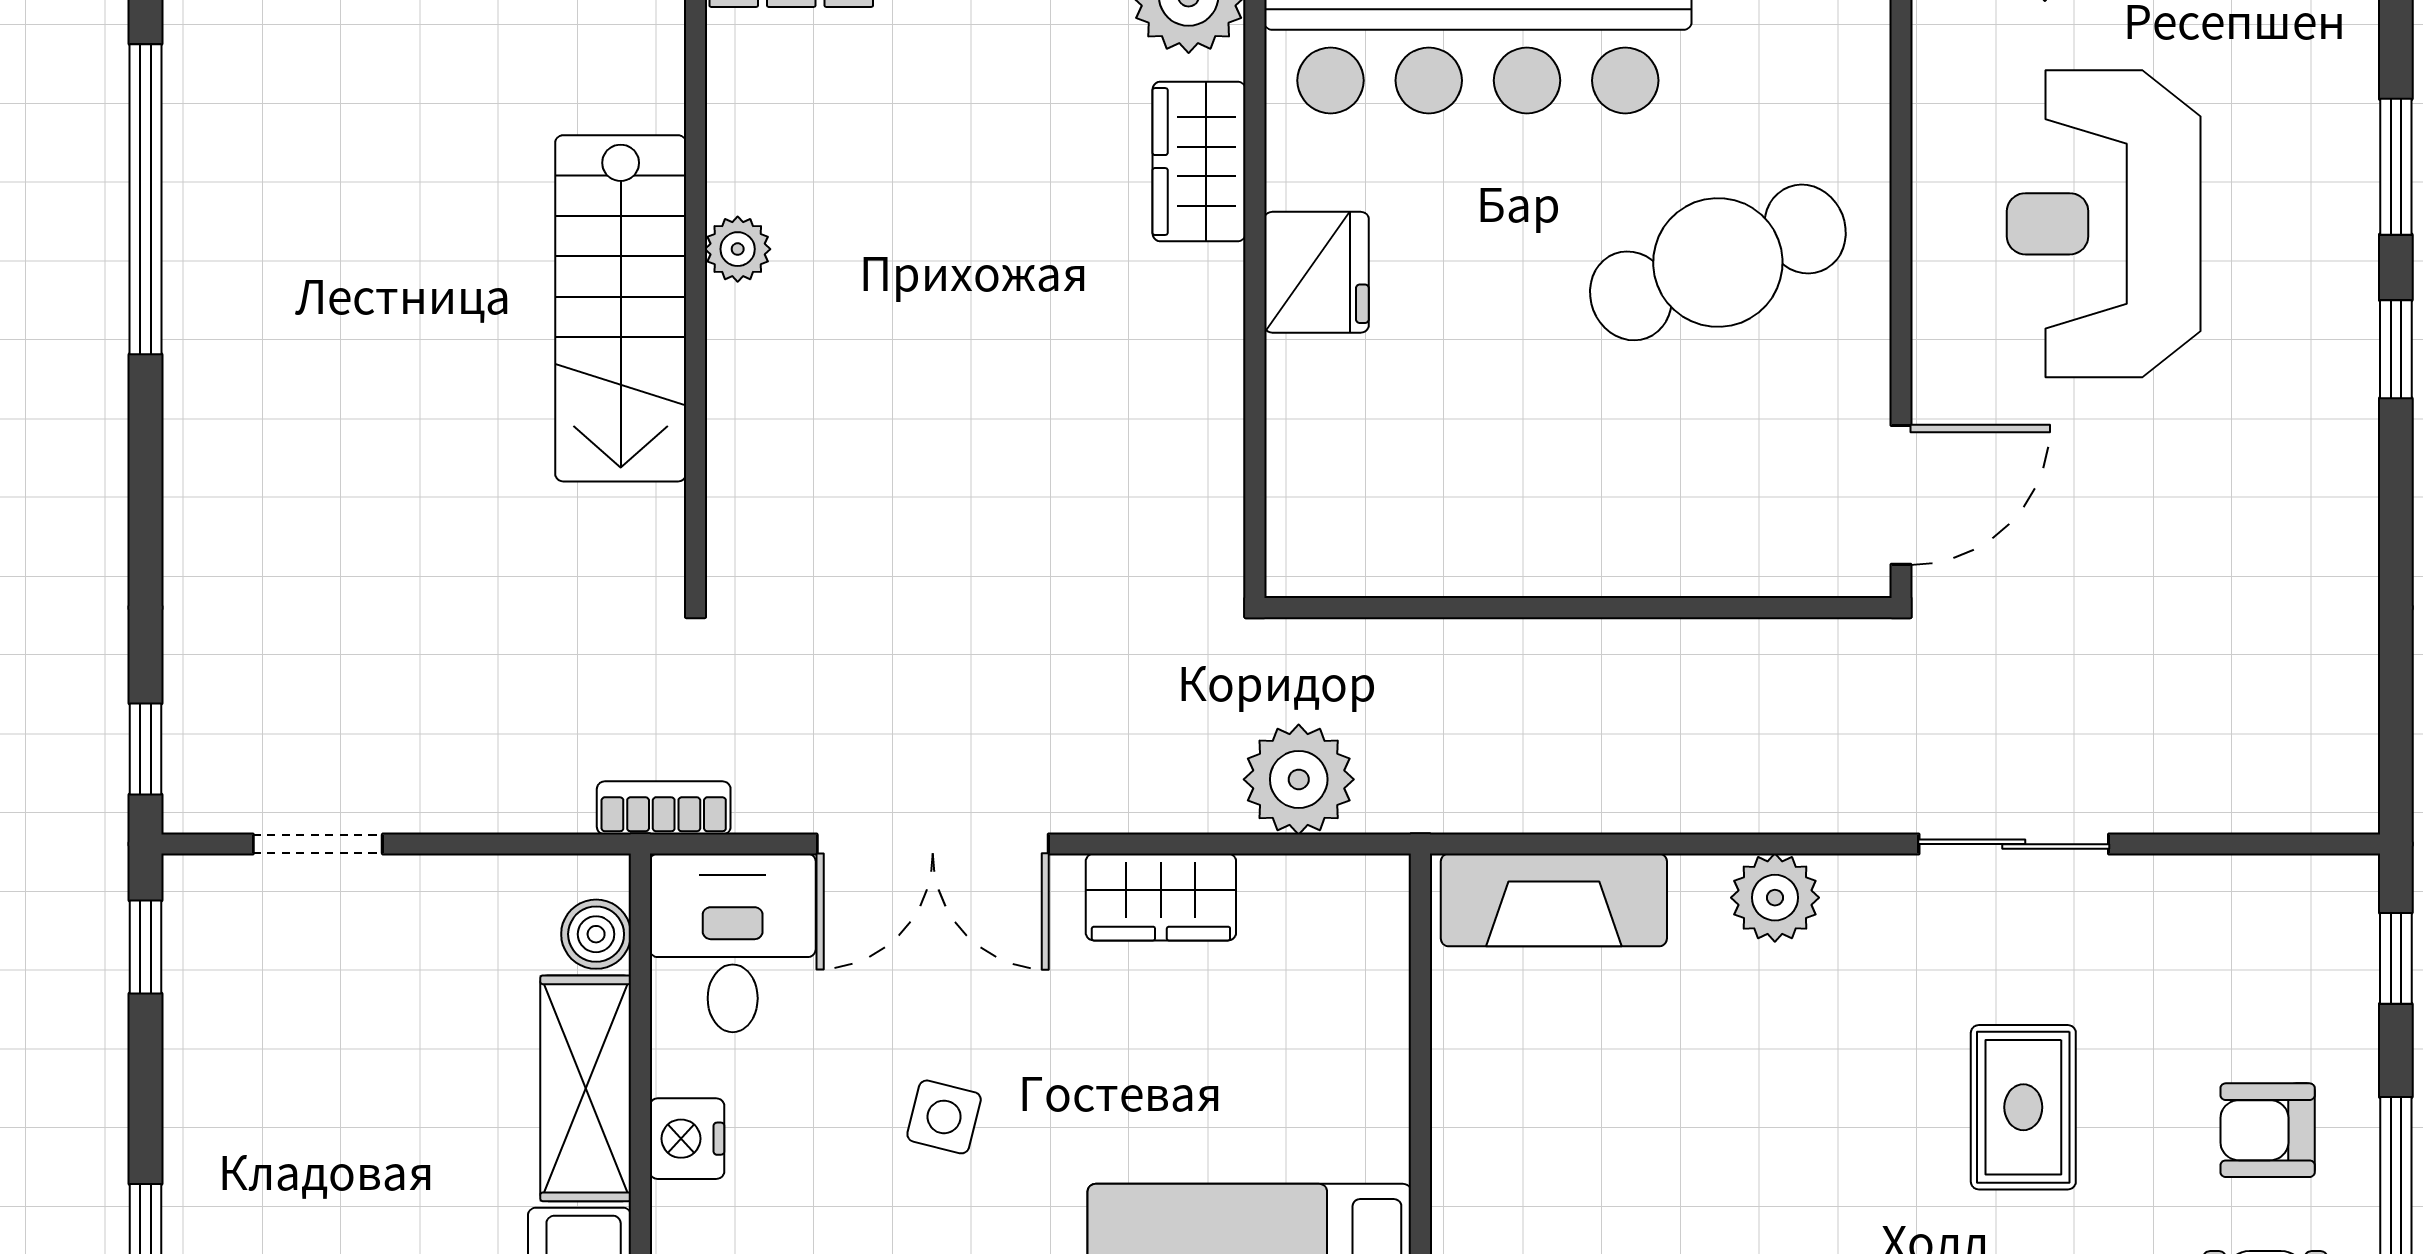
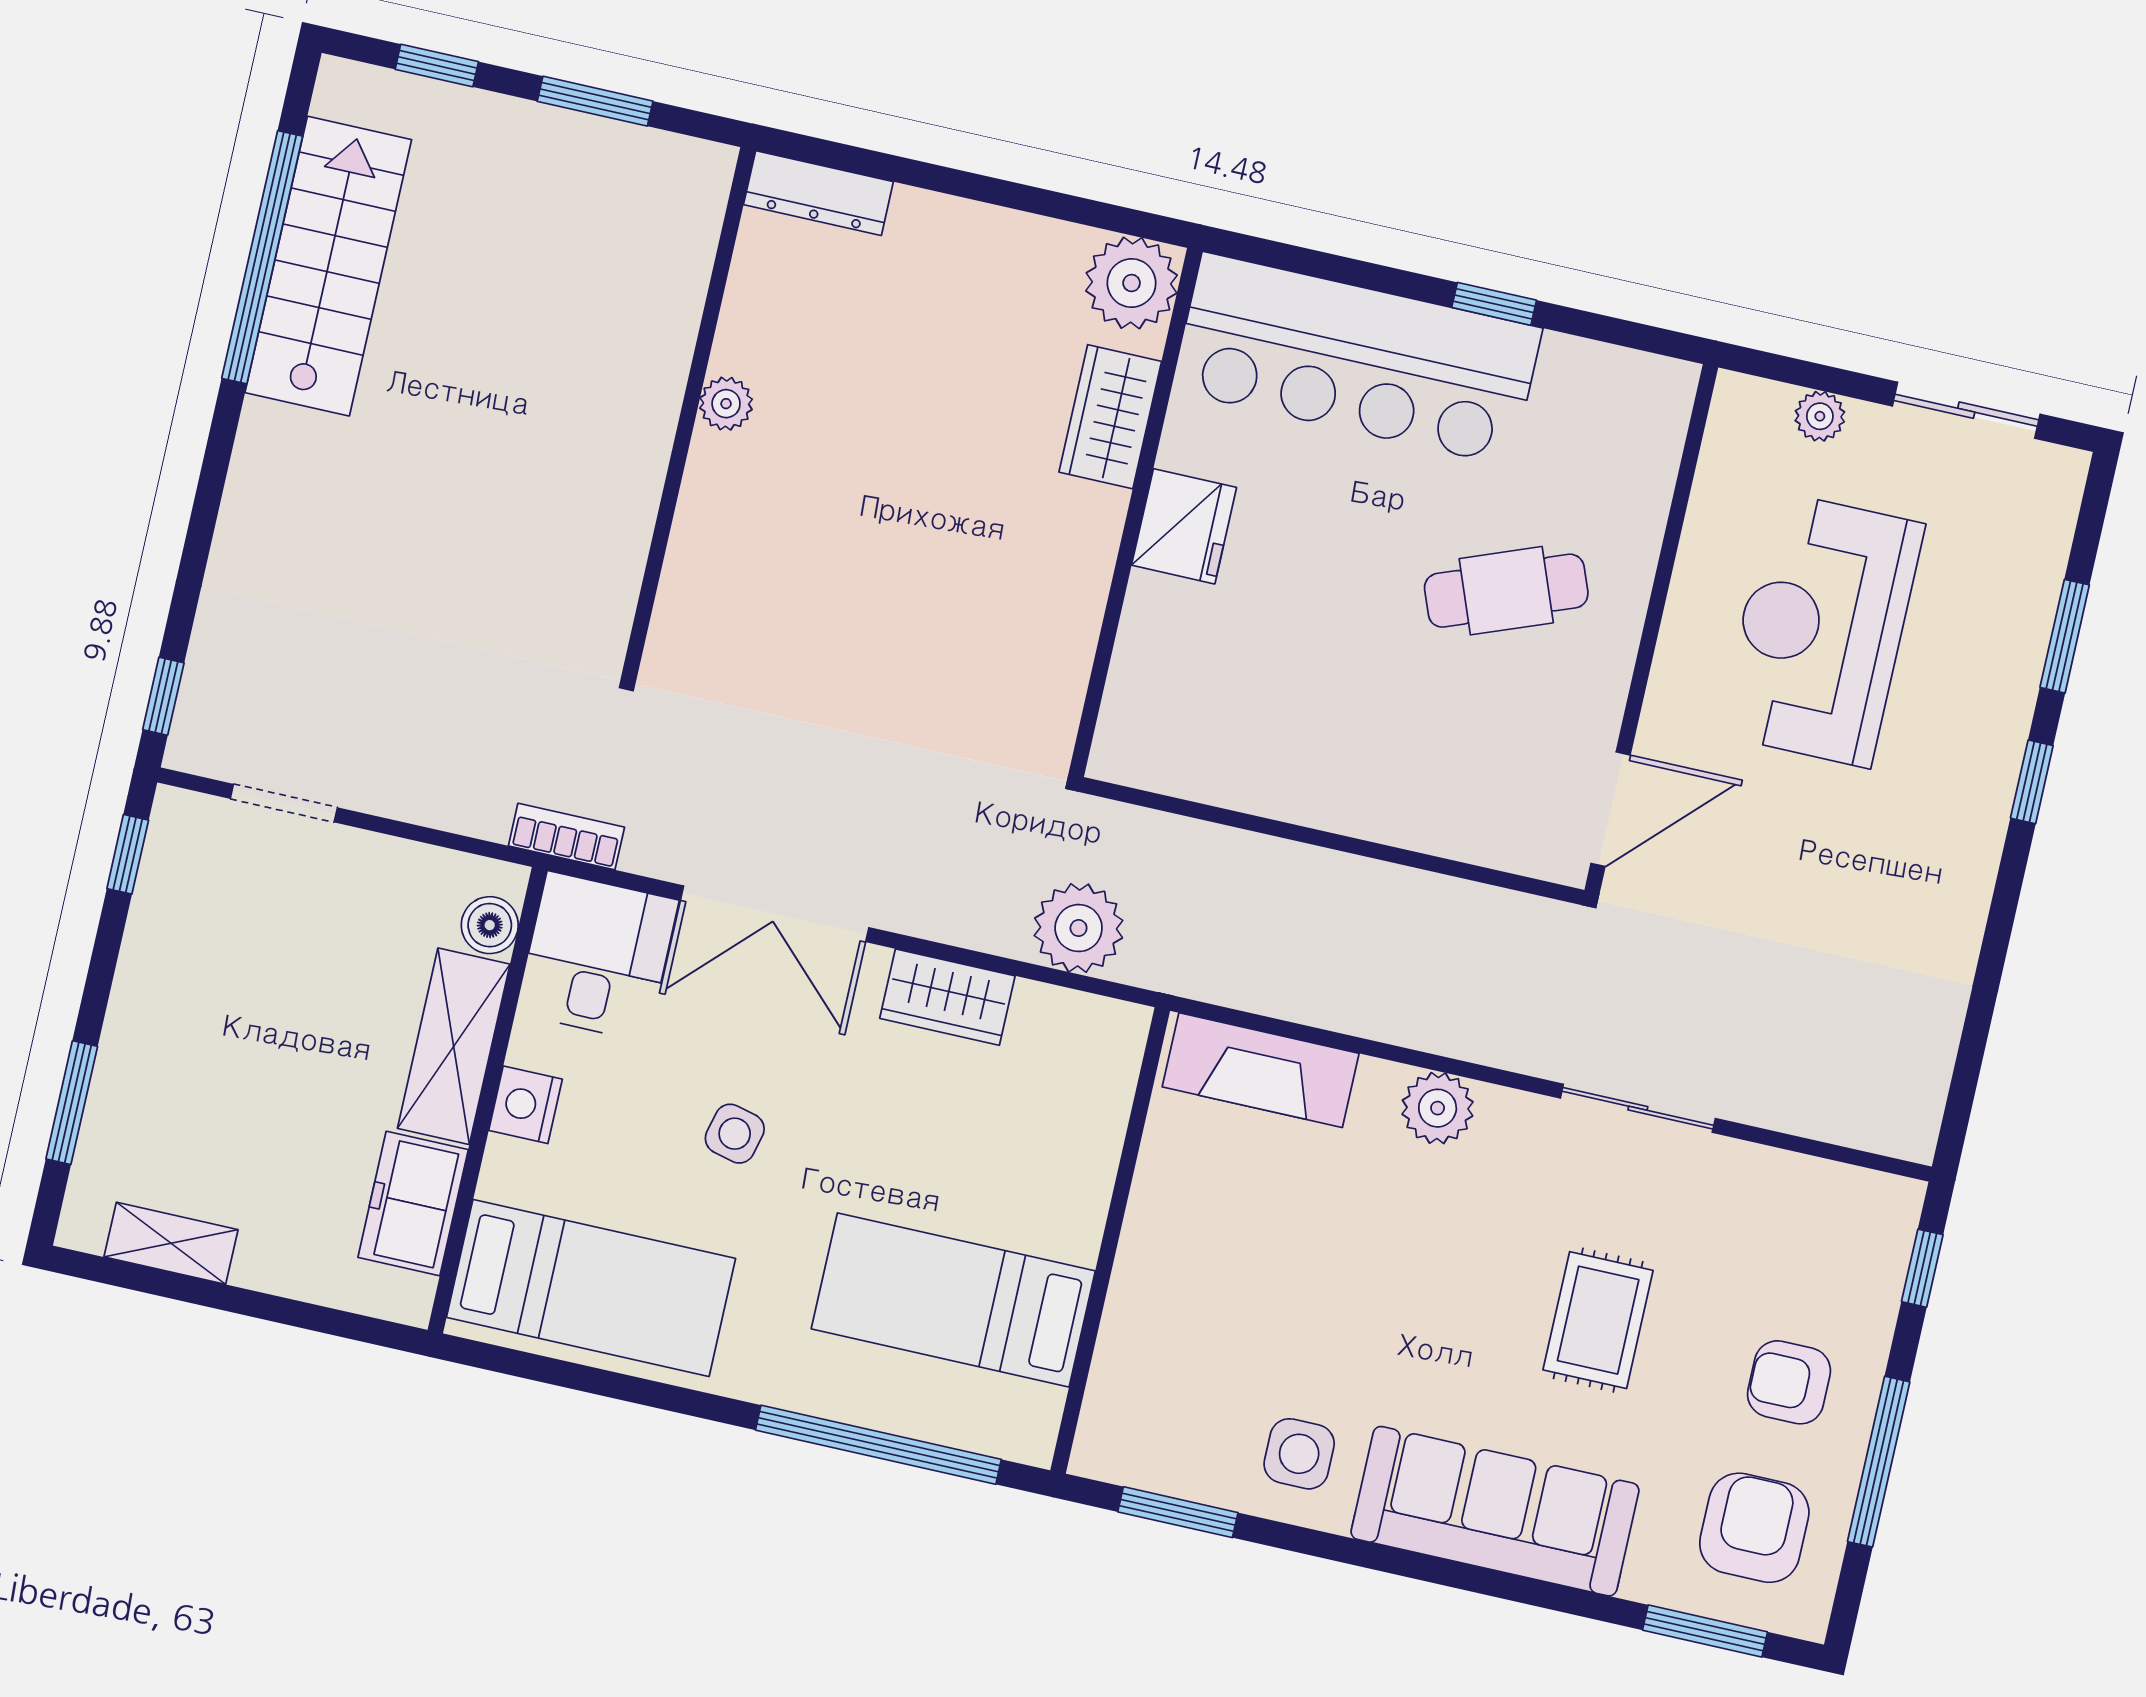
cafe table: (1718, 262) -> (1506, 591), width x0.73, depth x0.74
stairs: (621, 308) -> (328, 266), moved, turned 180

